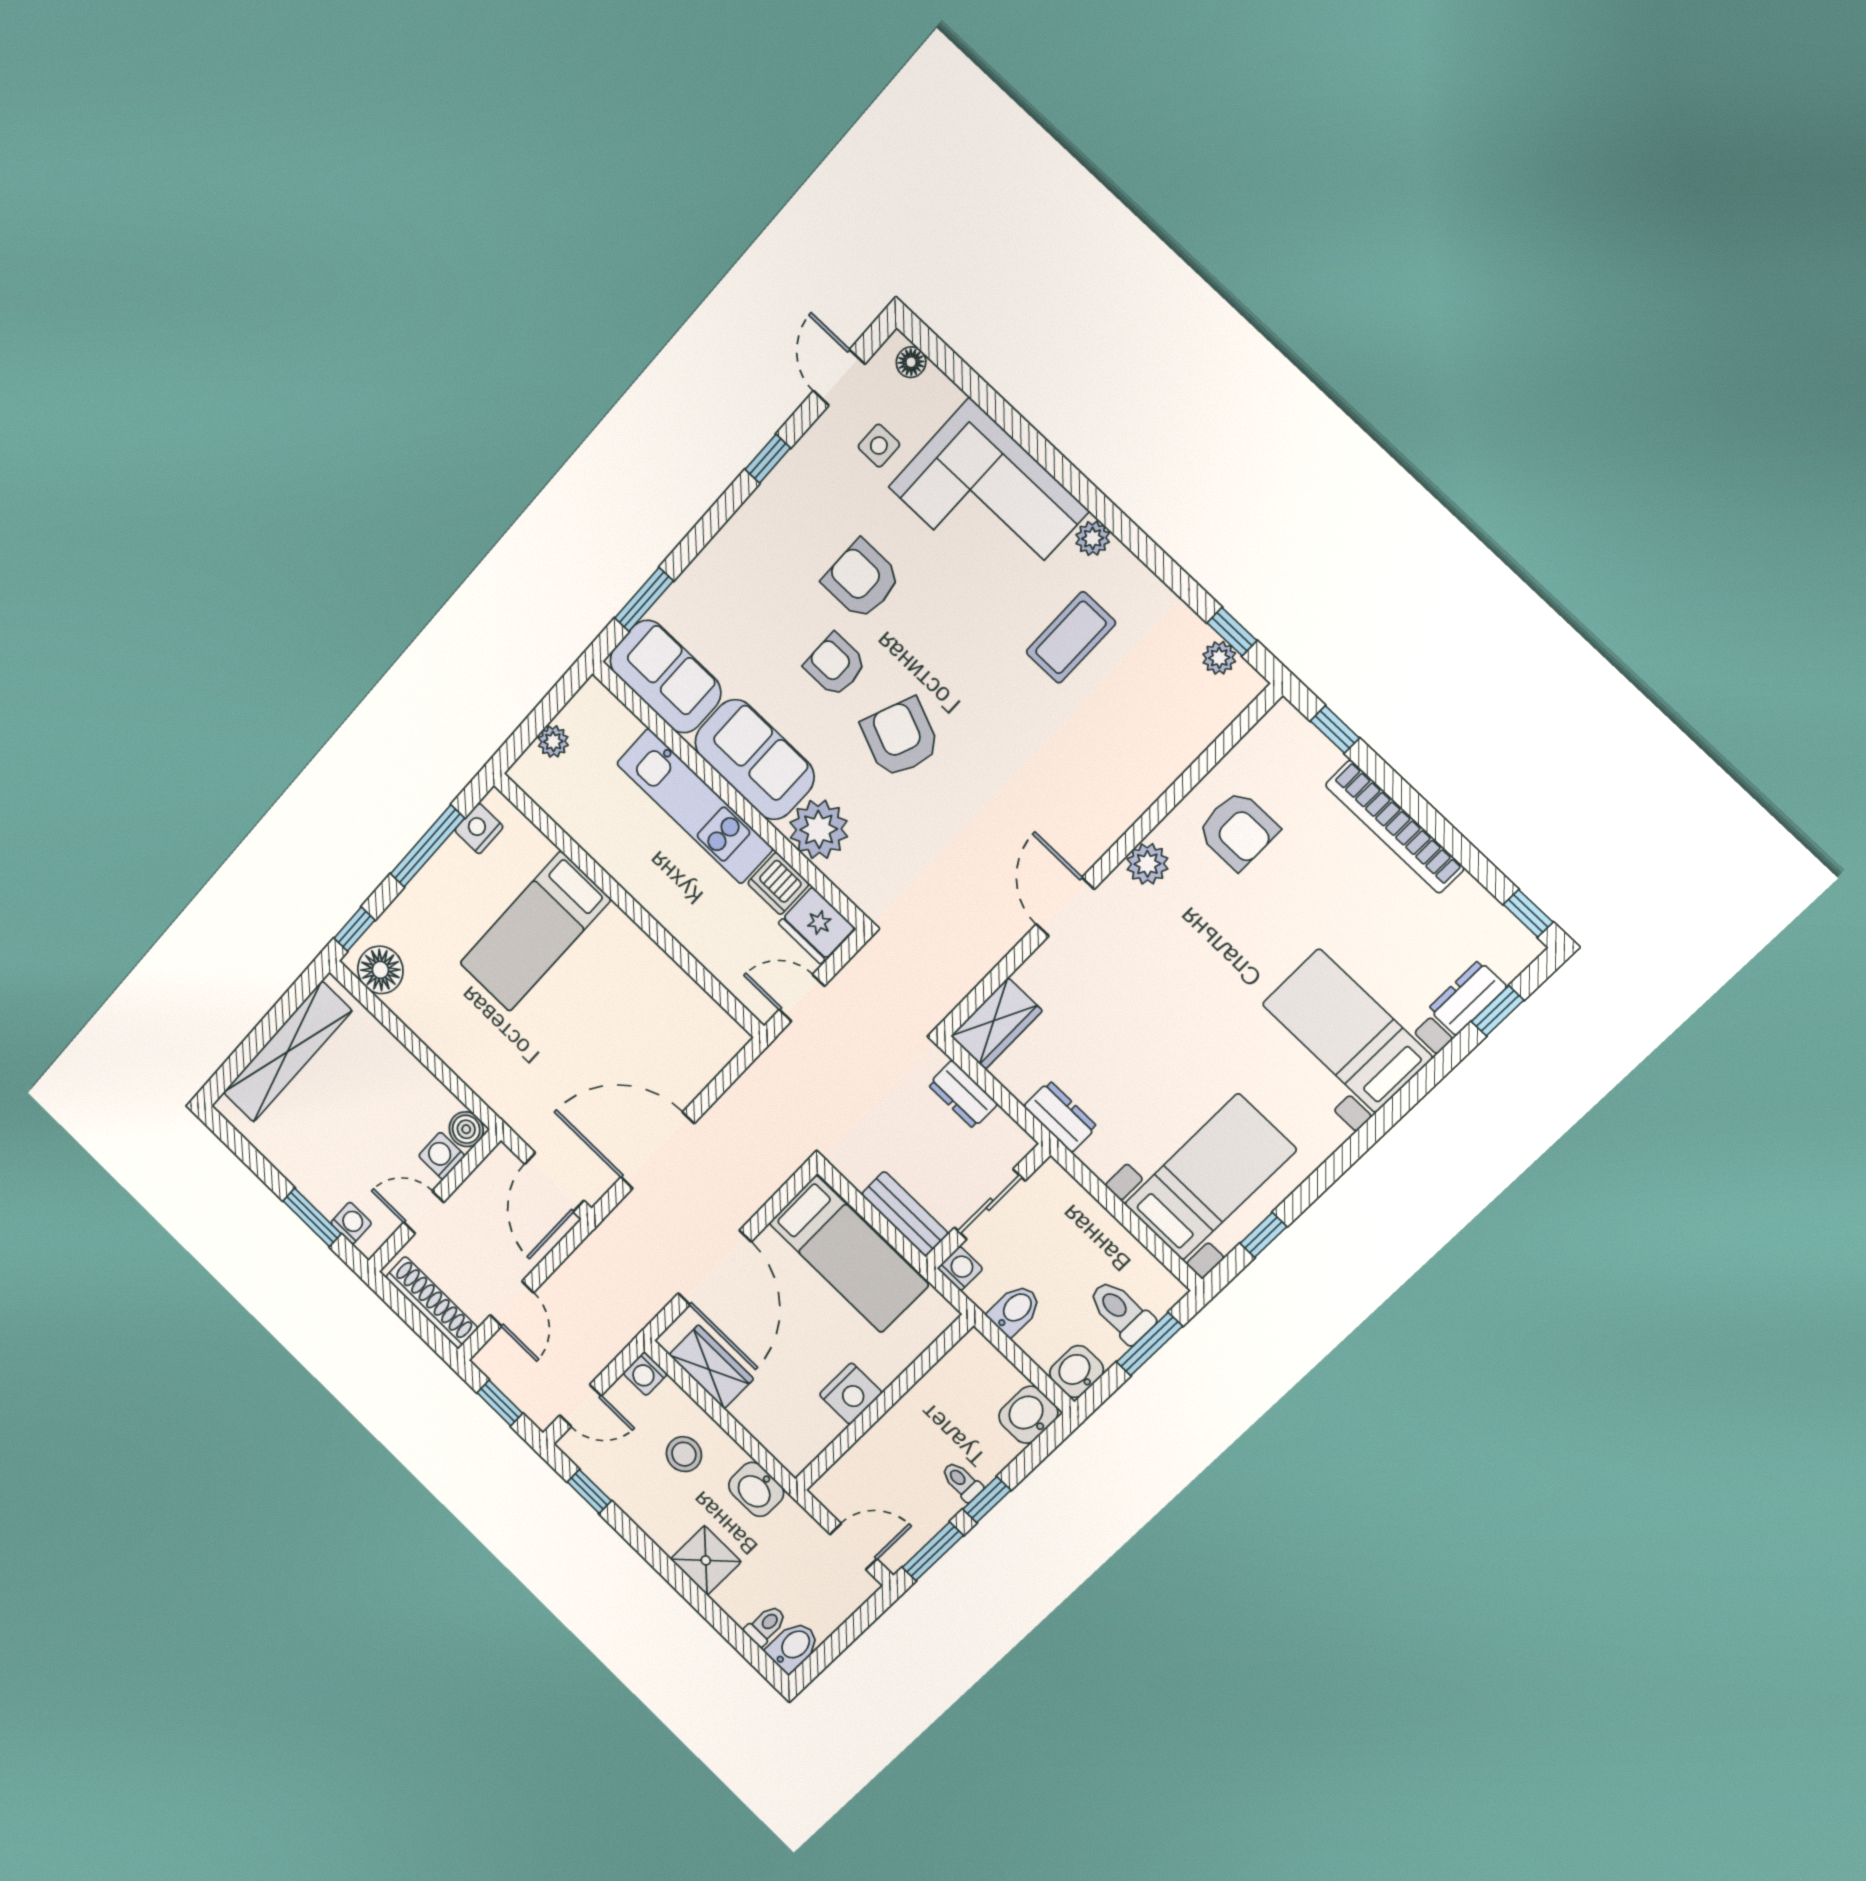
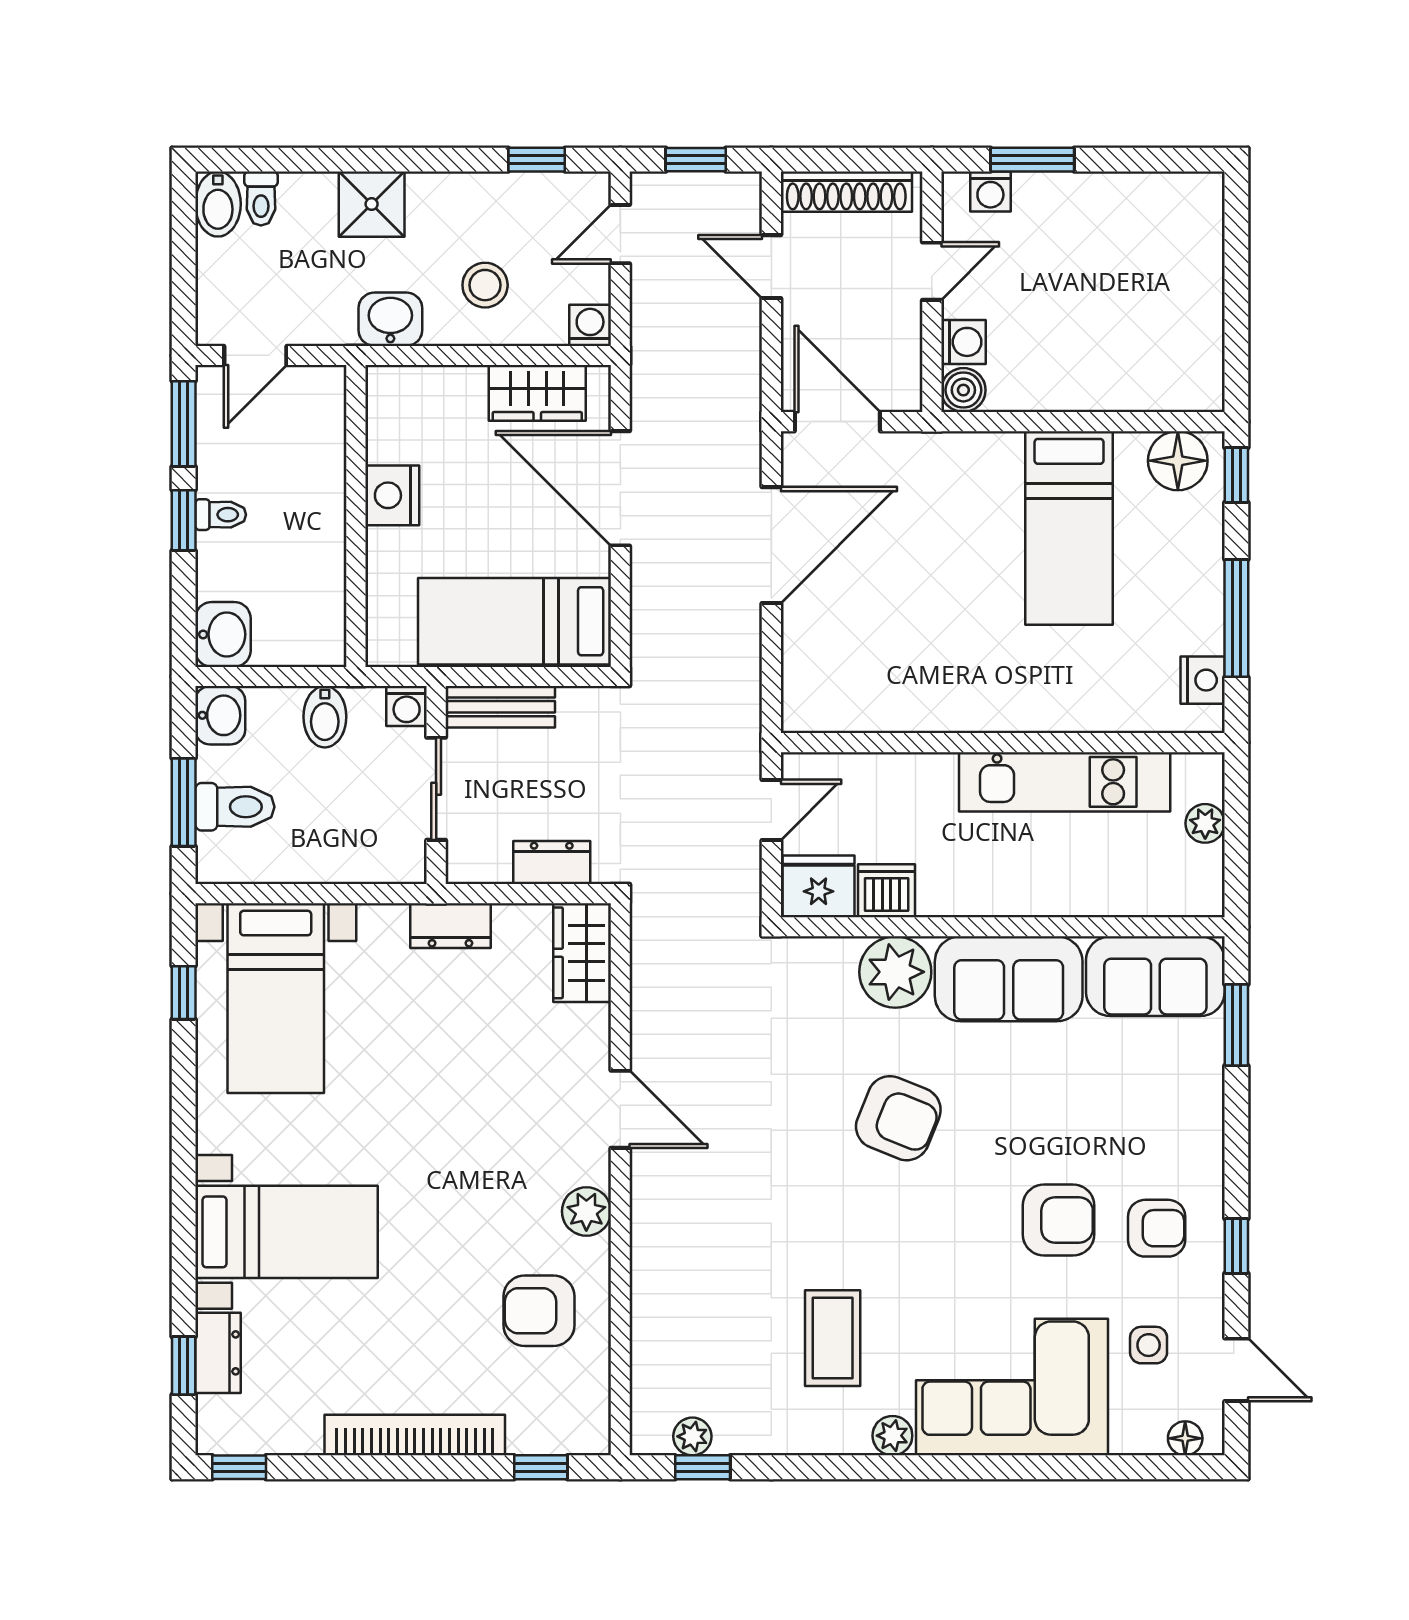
armchair: (835, 665) -> (1157, 1228), moved
kitchen unit: (695, 806) -> (1065, 782), moved, turned 180
bed: (535, 931) -> (1069, 528), moved, turned 180
shelving: (287, 1052) -> (1197, 296), removed

